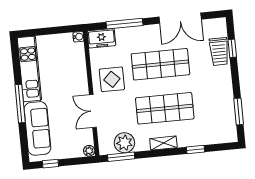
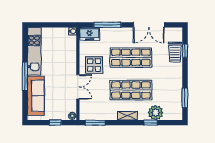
double door: (93, 111) -> (78, 87), swing flipped
plant: (124, 143) -> (156, 113), moved
window: (50, 164) -> (55, 123), moved

